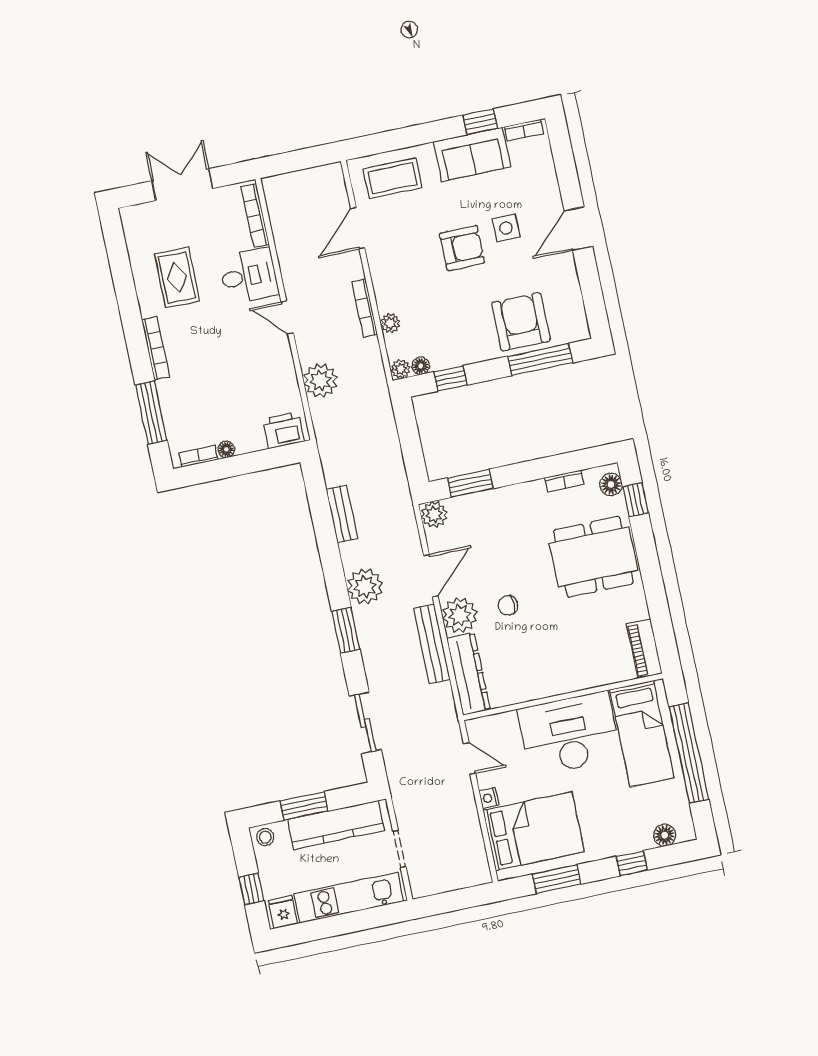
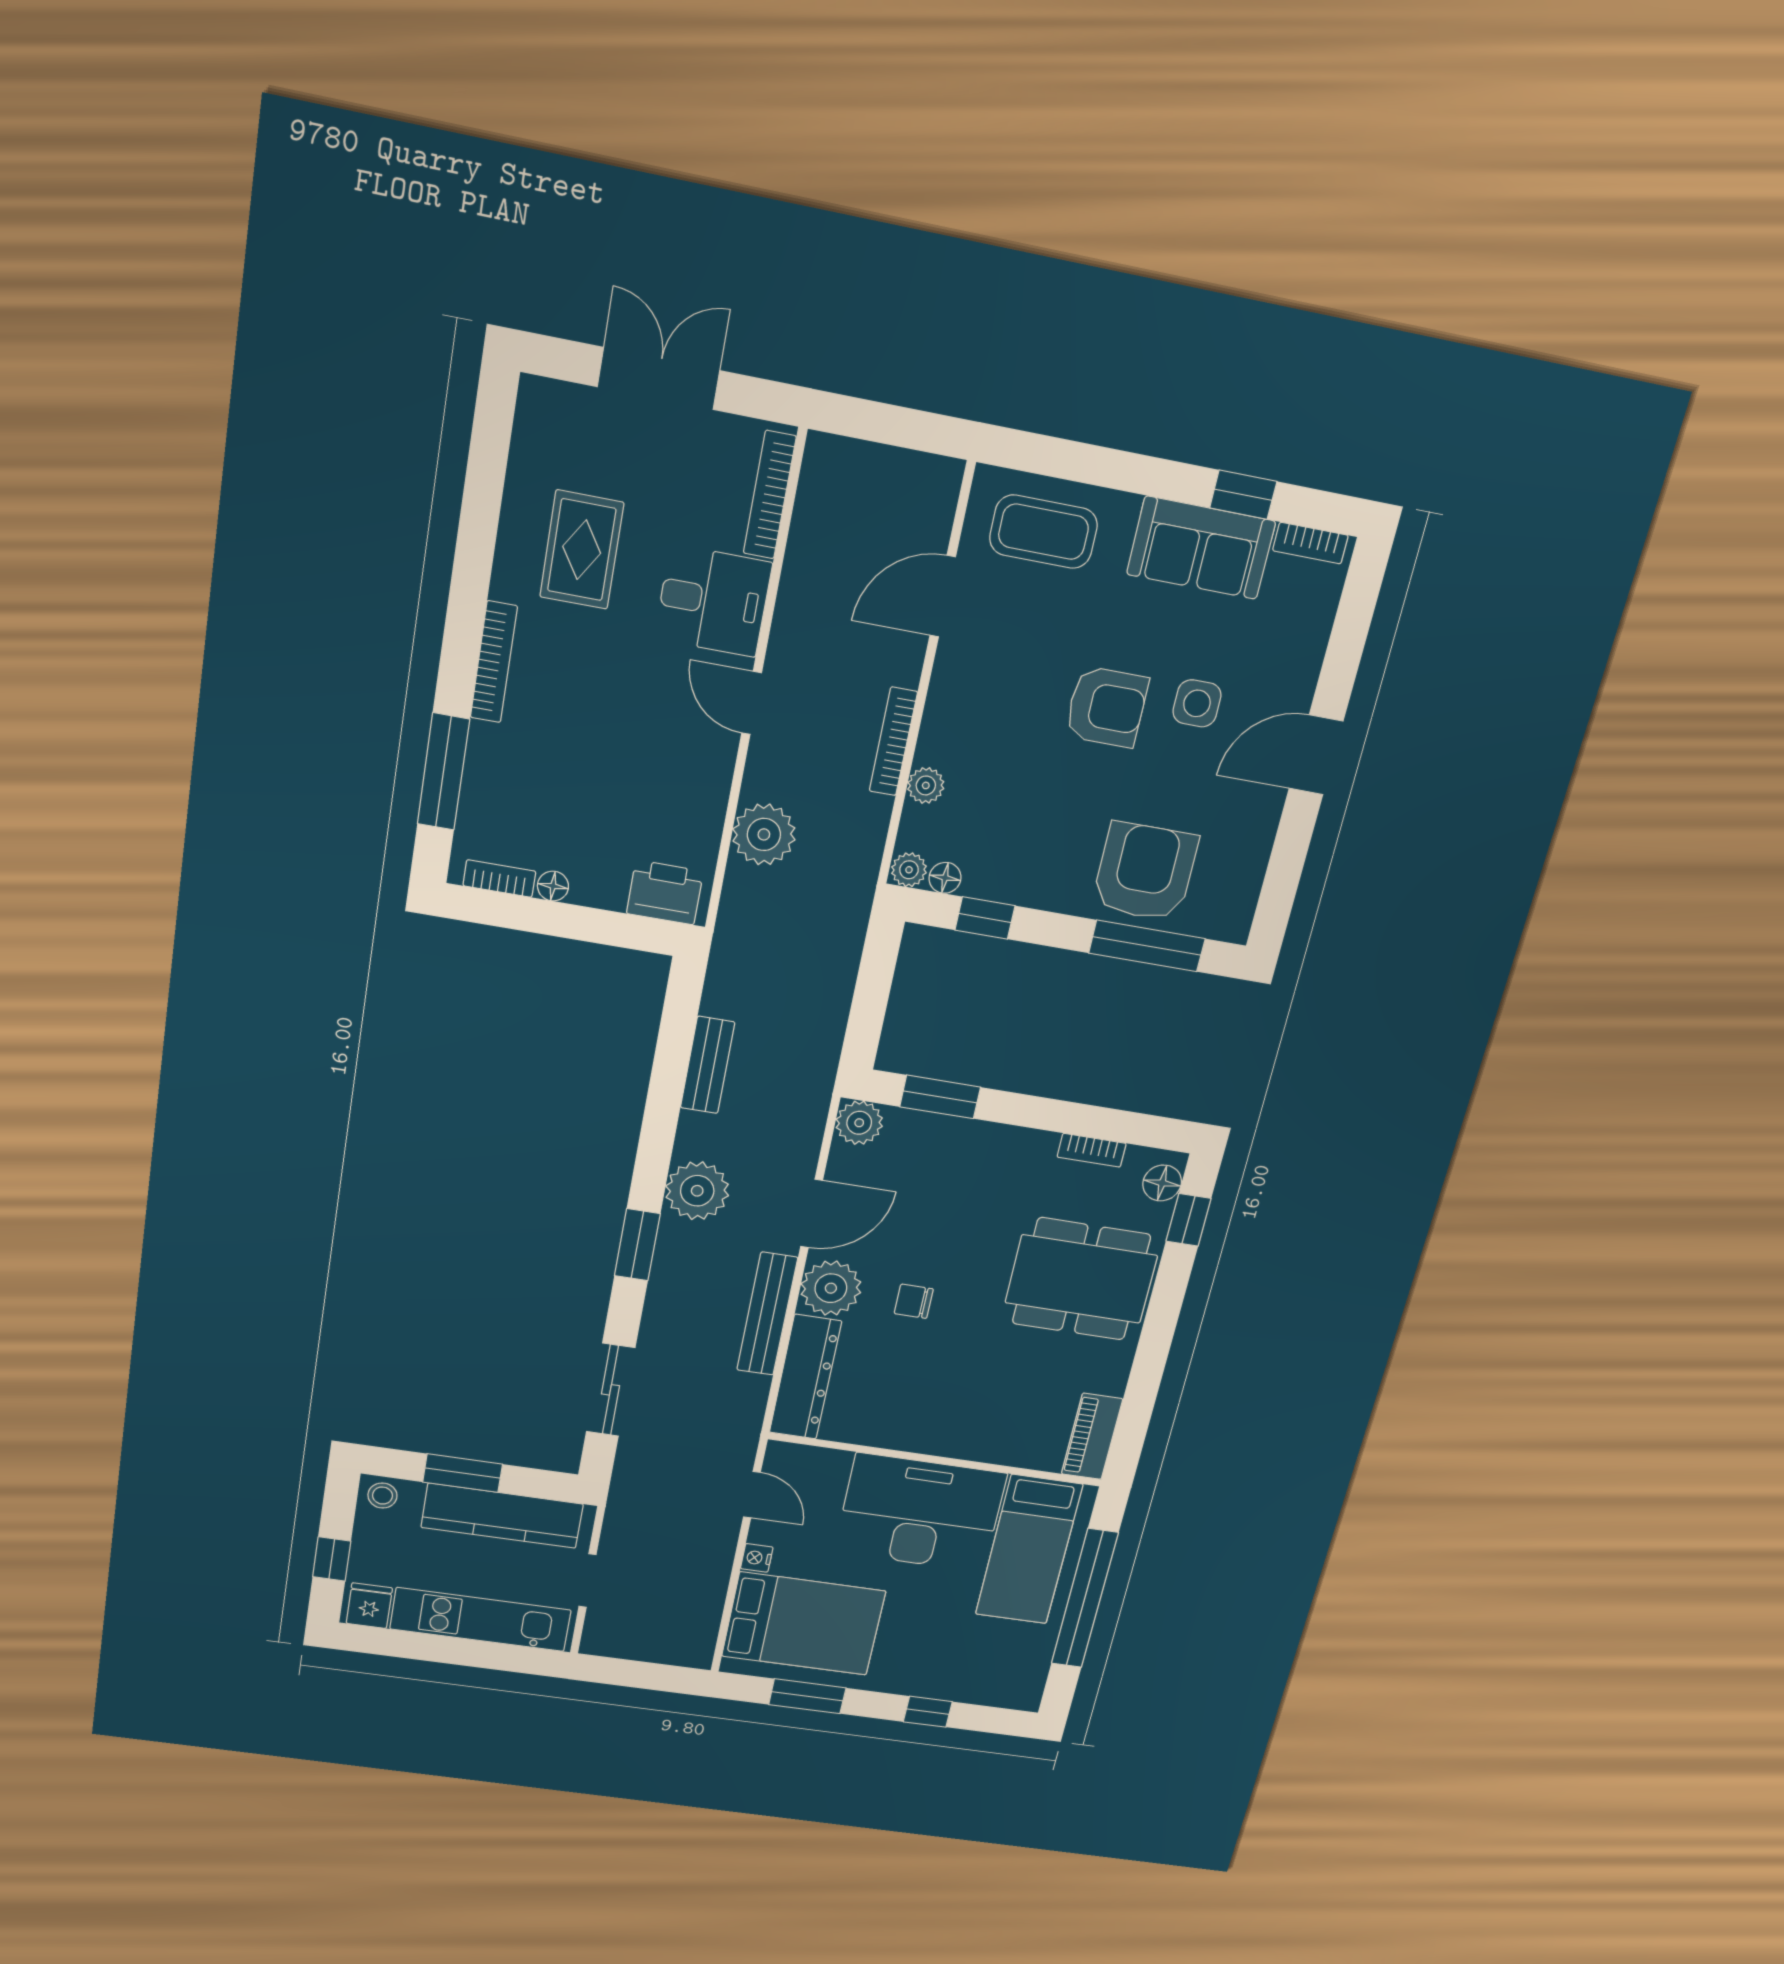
floor lamp: (665, 835) -> (994, 1692), removed

